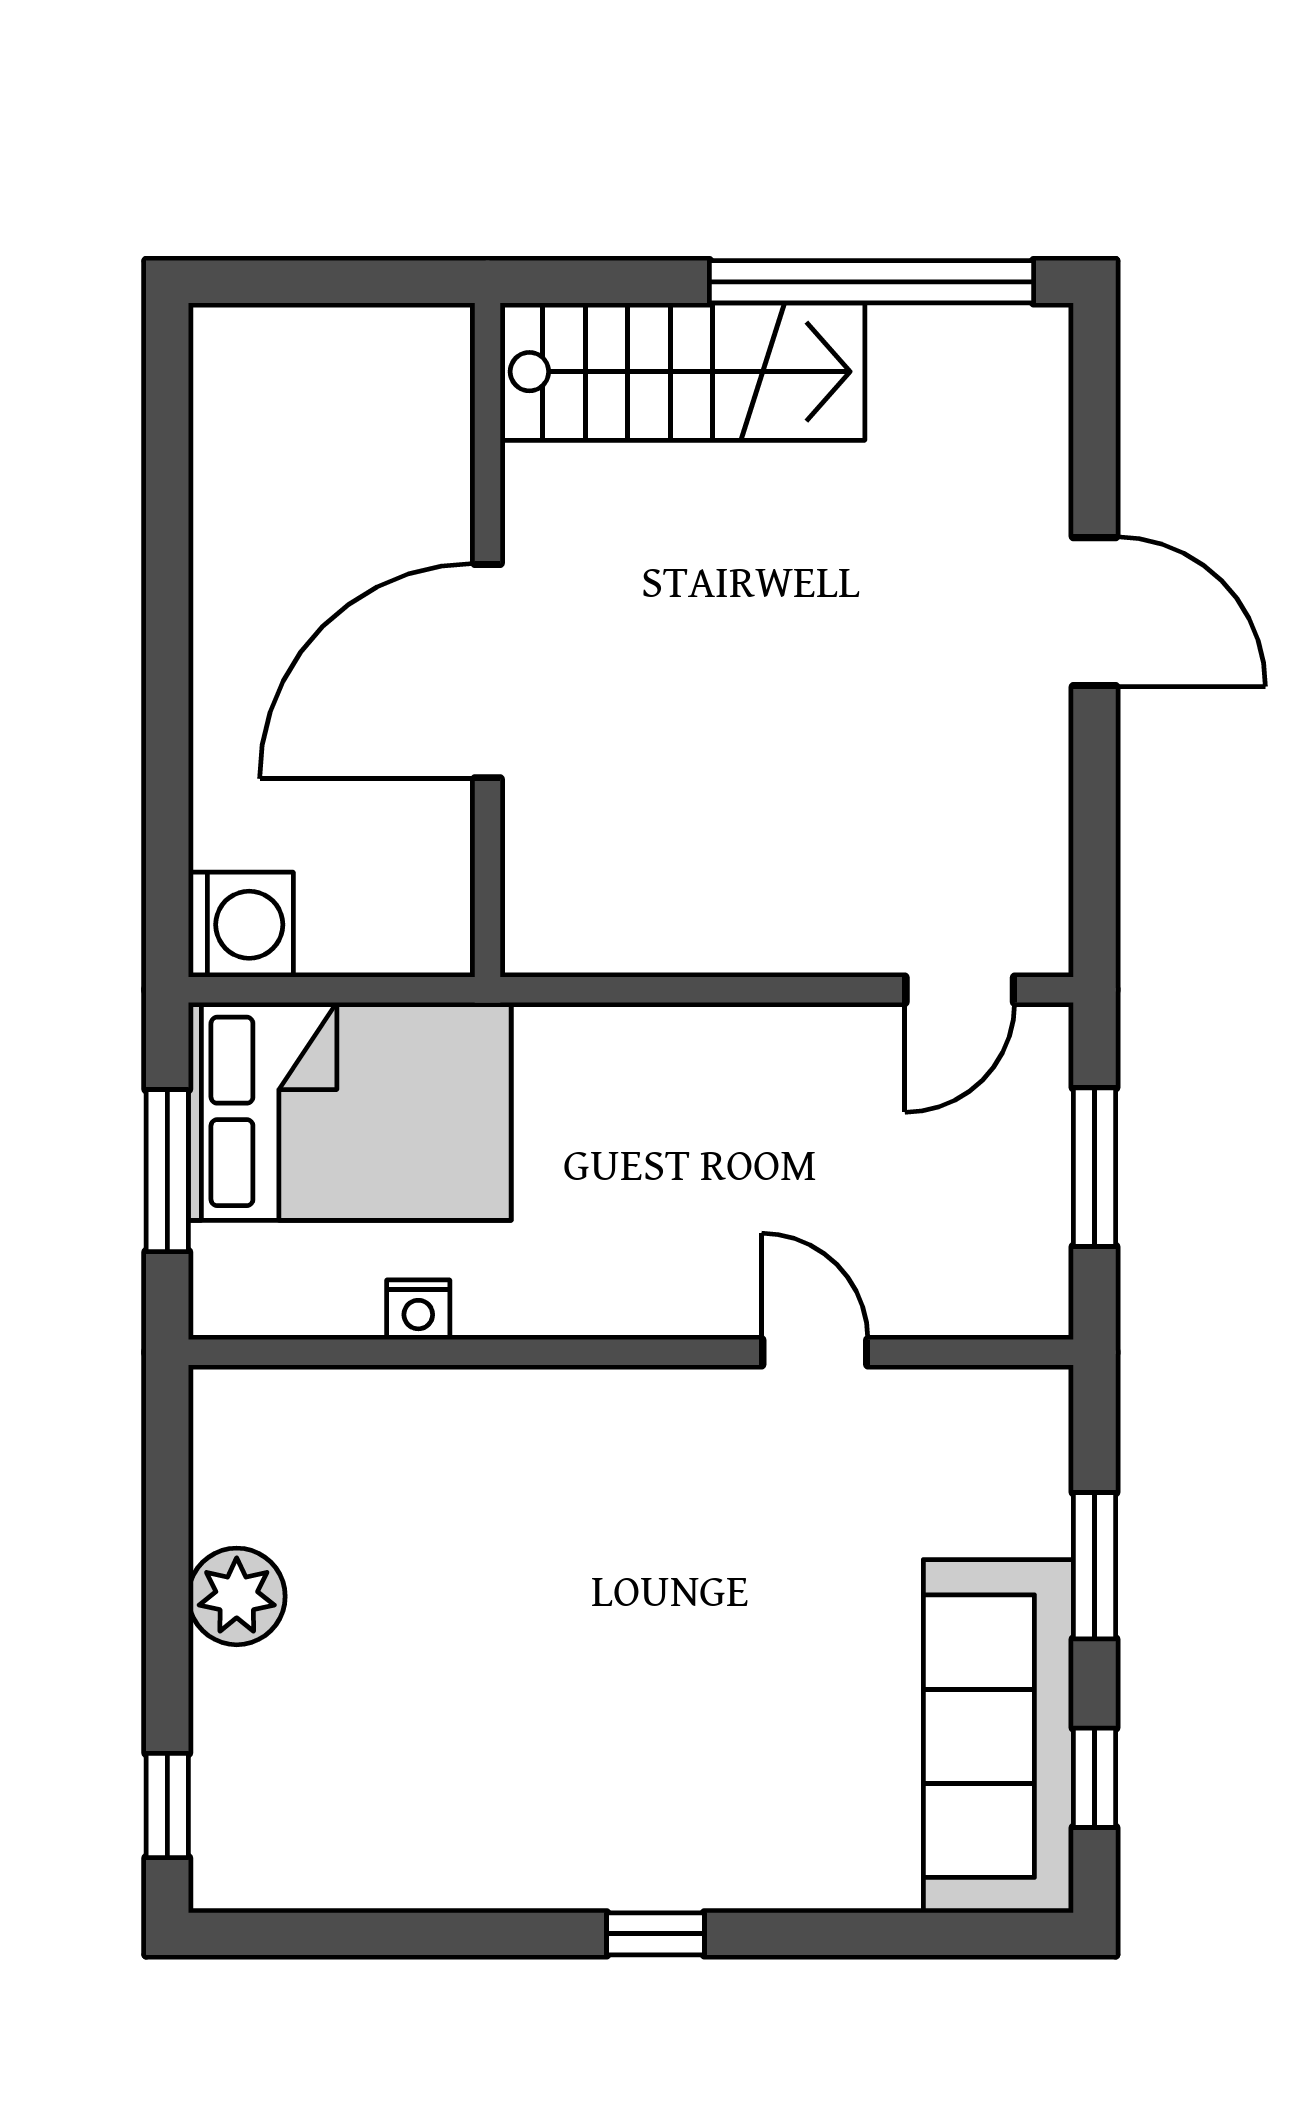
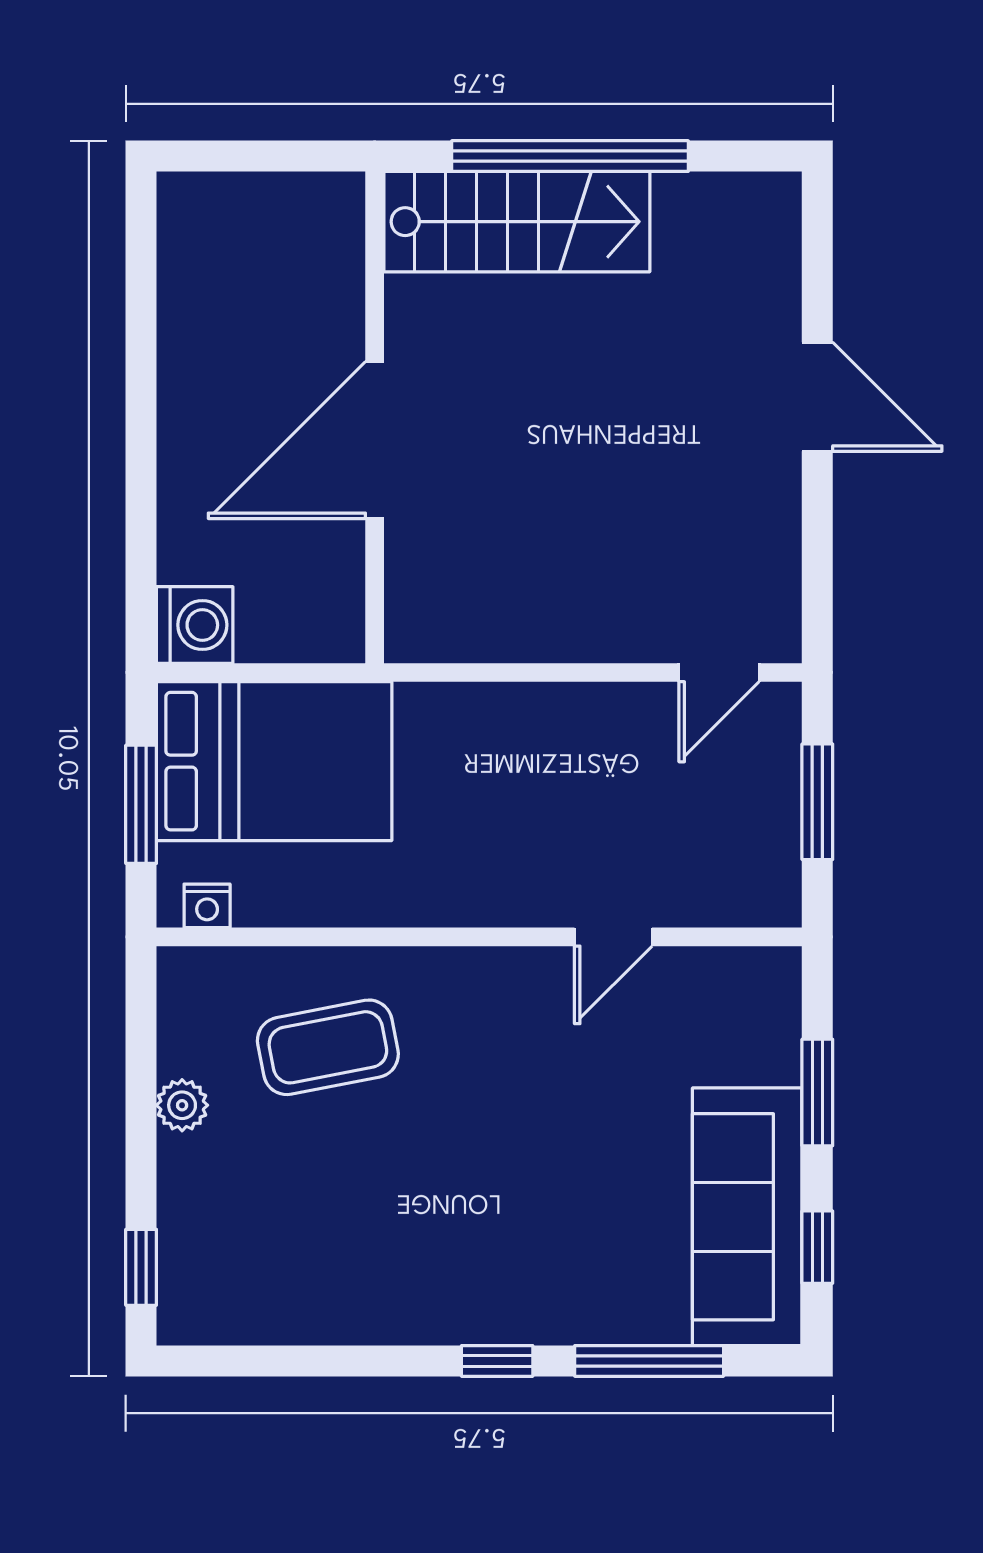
window: (872, 282) -> (570, 156), moved
nightstand: (418, 1310) -> (207, 906), moved
door: (815, 1352) -> (613, 937), swing flipped
coffee table: (423, 1504) -> (328, 1047), added
plant: (237, 1596) -> (182, 1105), width x0.73, depth x0.73
window: (864, 1934) -> (649, 1361), added

